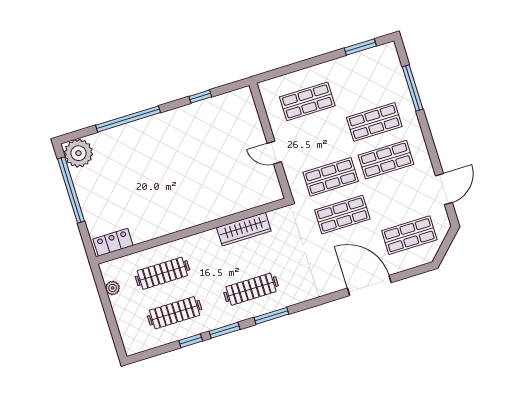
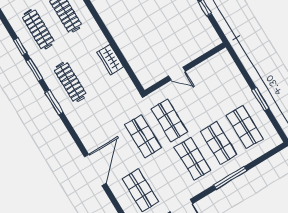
window: (360, 47) -> (260, 99), moved
window: (413, 88) -> (230, 178), moved
shop shelf: (307, 101) -> (245, 127), moved
door: (274, 153) -> (177, 74), swing flipped
wardrobe: (244, 229) -> (110, 60), width x0.67

